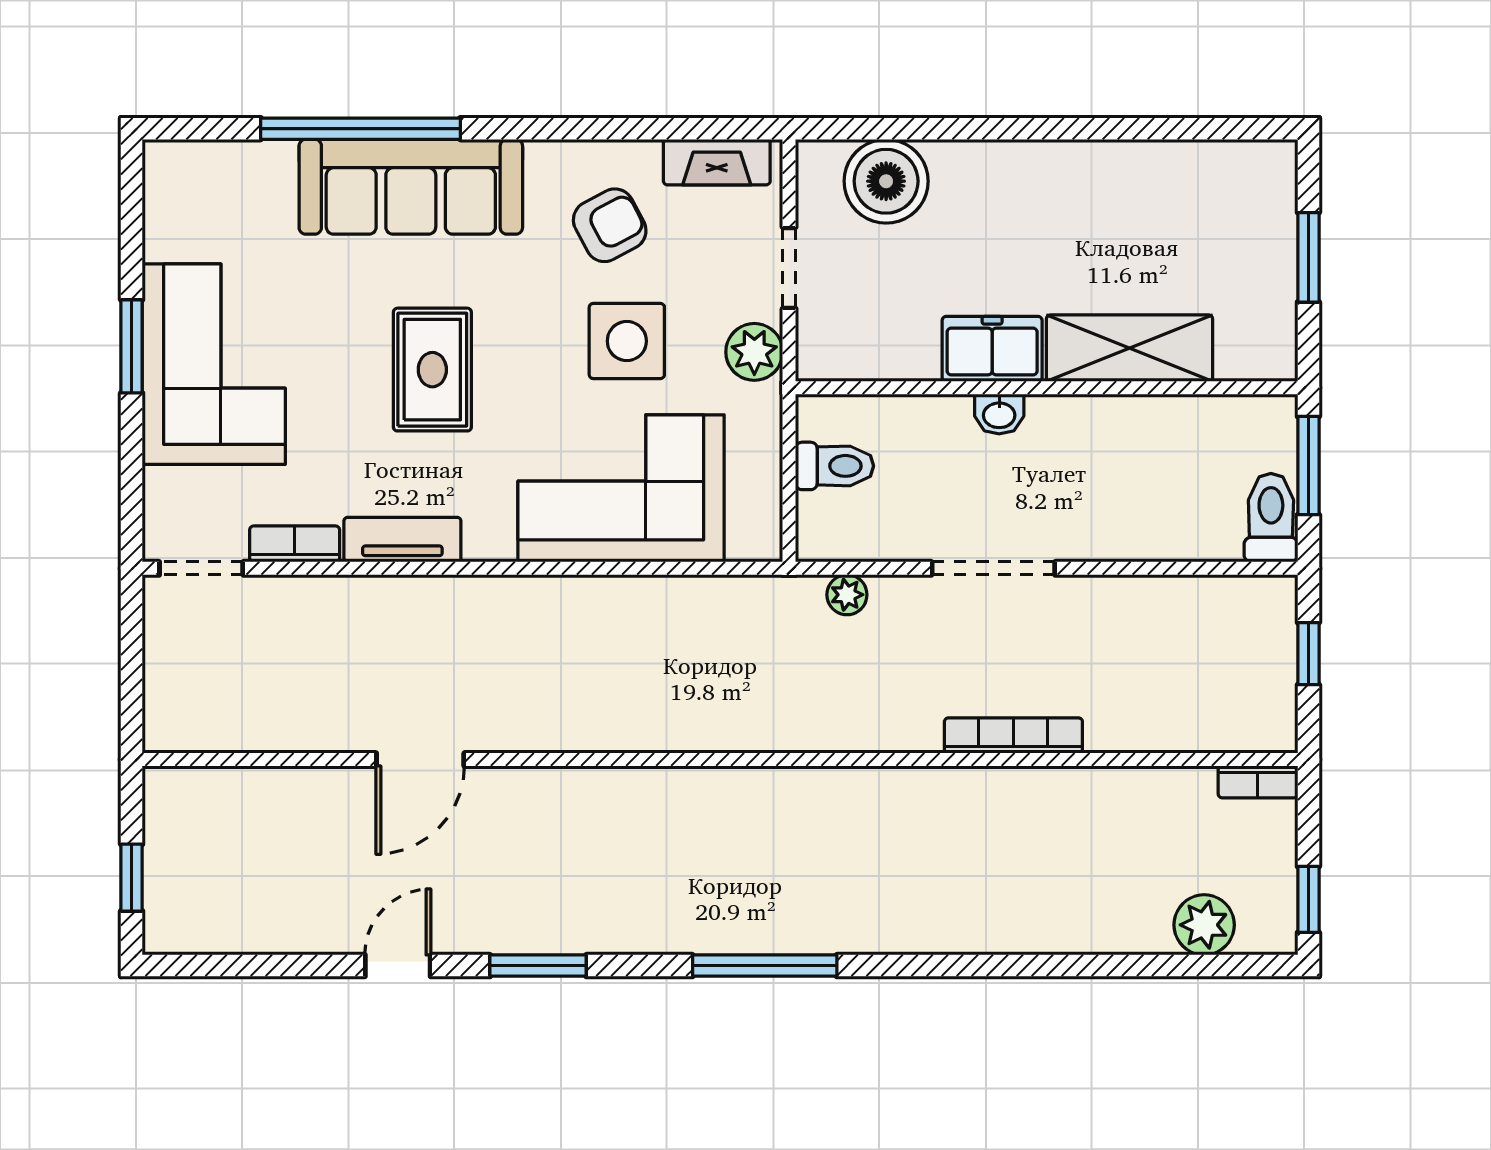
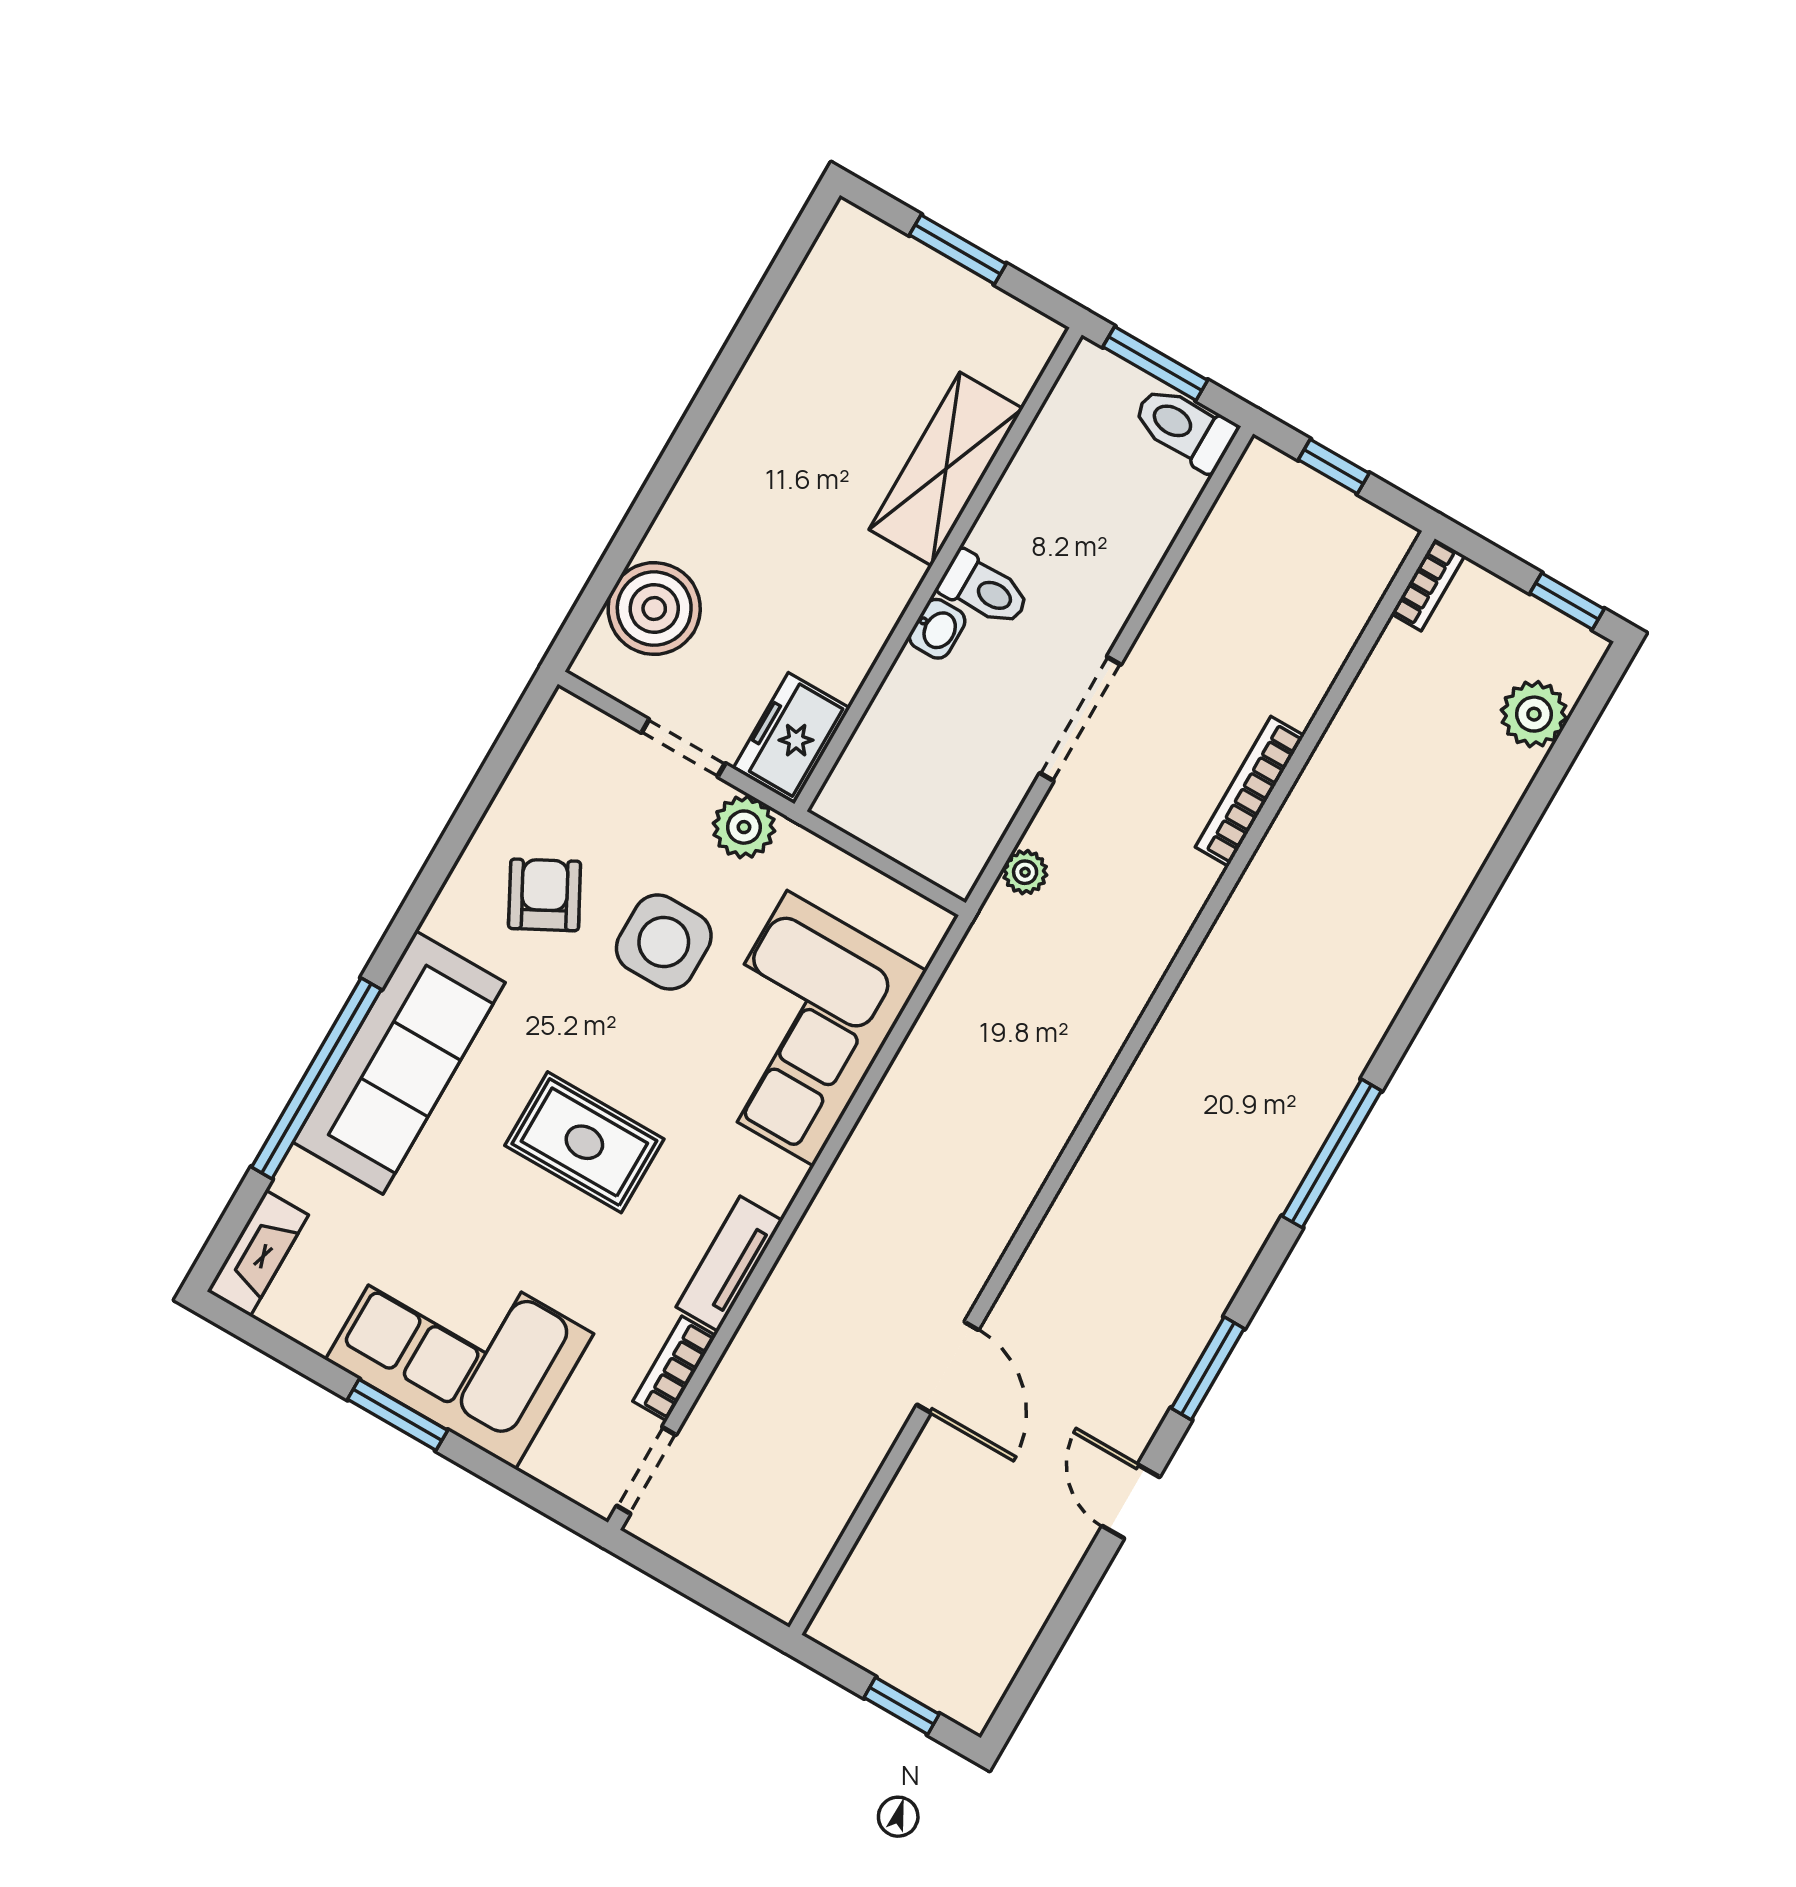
fireplace: (717, 162) -> (258, 1253), moved
freezer: (992, 349) -> (792, 738), moved
toilet: (834, 466) -> (984, 589), moved, turned 90

